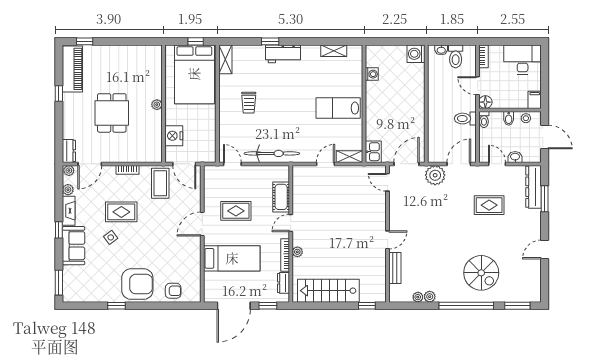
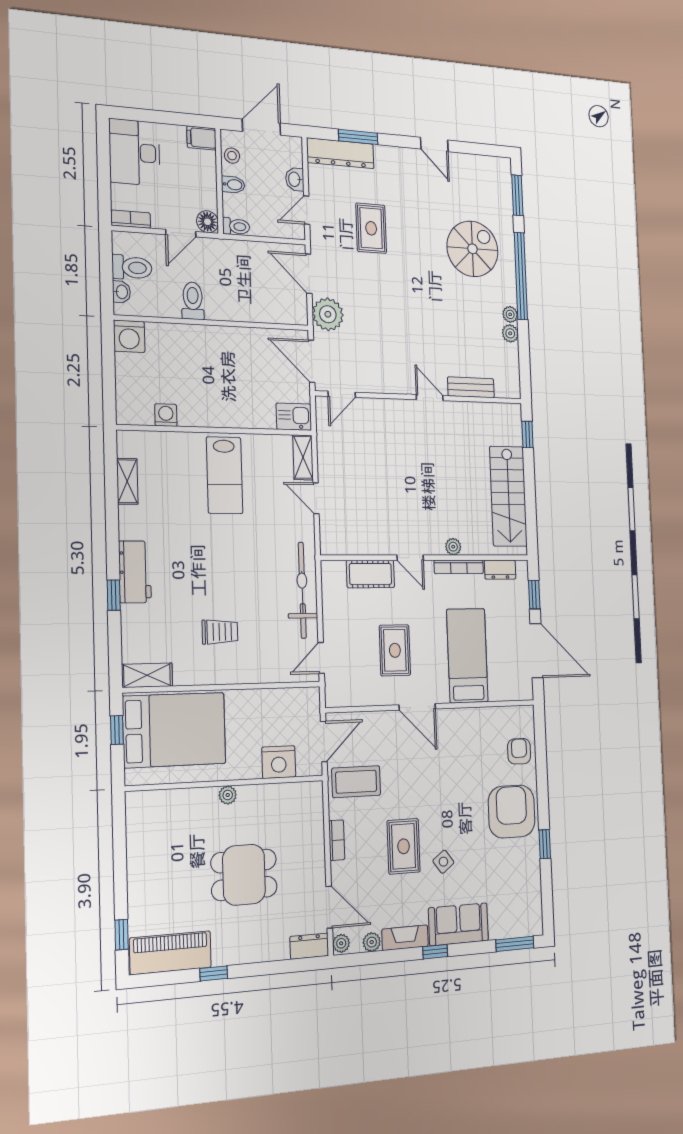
toilet: (465, 119) -> (193, 301), moved, turned 180
plant: (418, 297) -> (510, 314), moved

